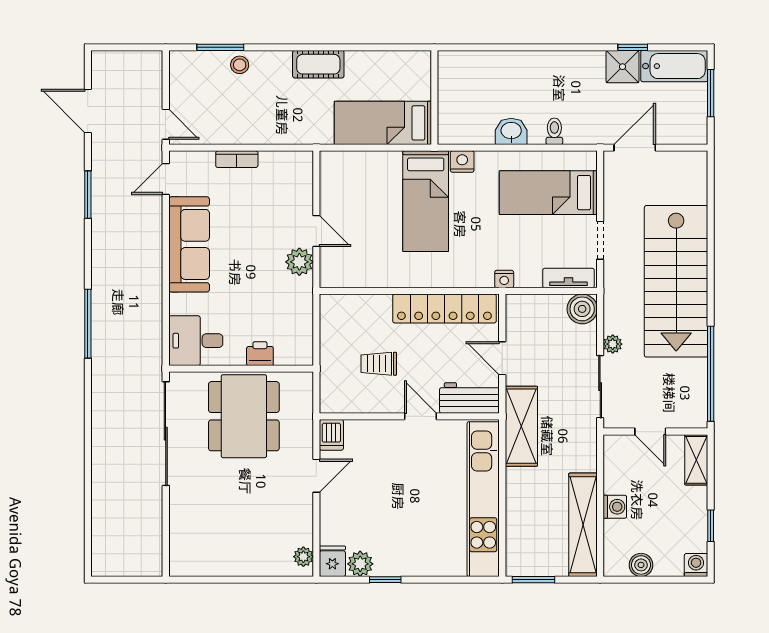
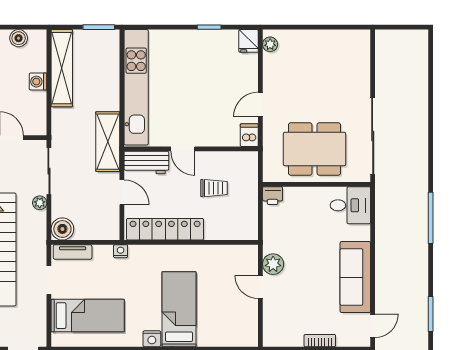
printer: (260, 354) -> (273, 196), moved
dining table: (244, 416) -> (314, 149), turned 90
plant: (360, 564) -> (228, 39), removed

